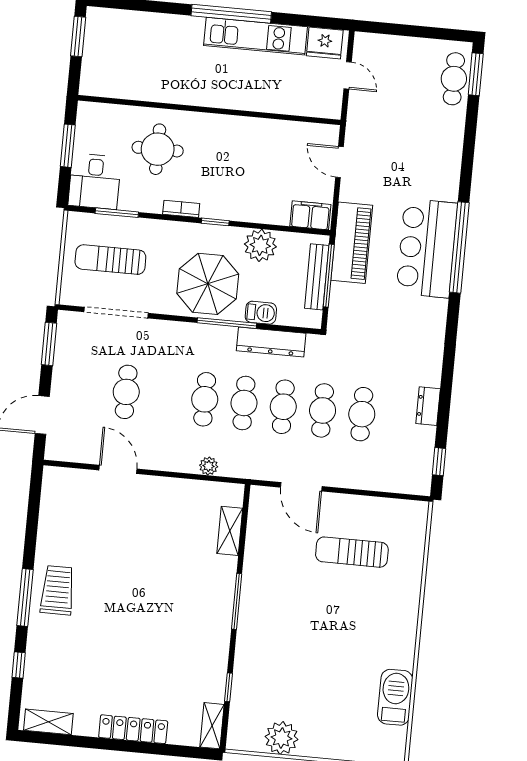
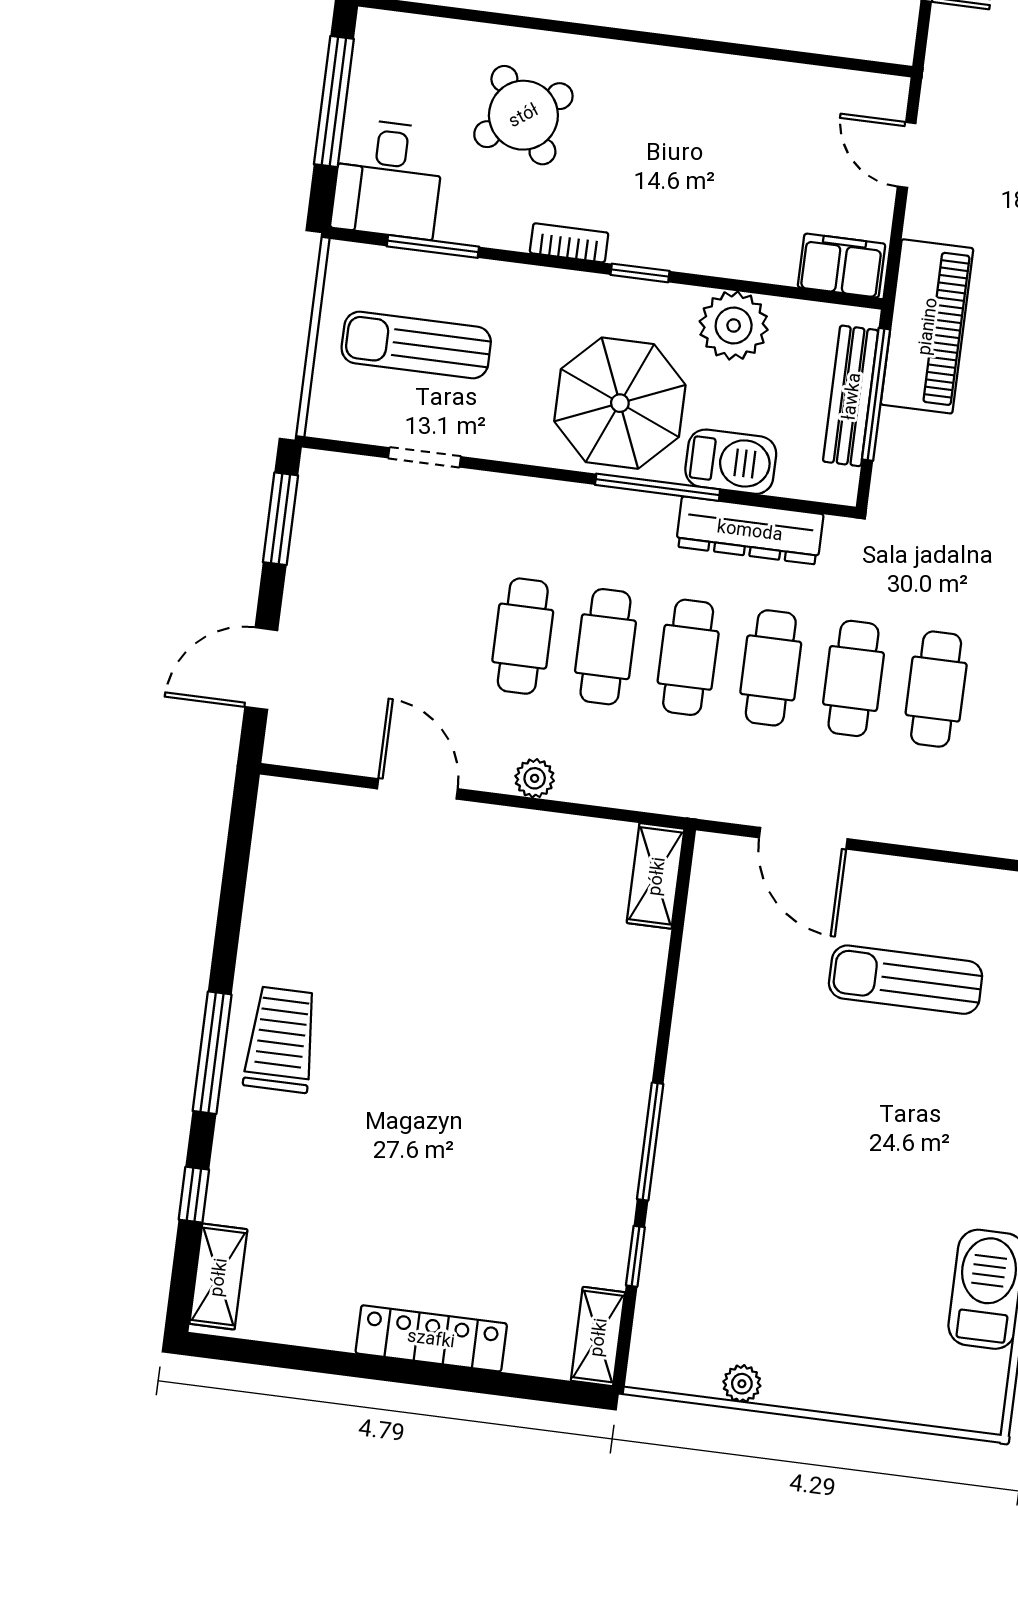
window: (68, 146) -> (334, 102), width x1.44
round table: (158, 149) -> (523, 115), turned -35
doorway: (116, 313) -> (425, 457), width x0.53
barbecue: (261, 313) -> (731, 462), width x1.38, depth x1.27
cafe table: (126, 392) -> (523, 636), moved
plant: (209, 466) -> (535, 778), moved
shelving: (230, 531) -> (656, 876), moved
window: (237, 601) -> (650, 1141), moved
shelving: (48, 722) -> (218, 1277), moved, turned 90
plant: (282, 738) -> (742, 1384), width x0.53, depth x0.53

